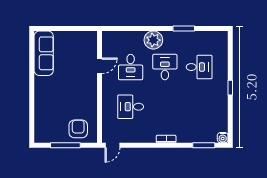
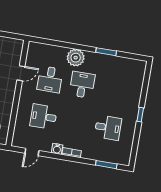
desk: (199, 67) -> (108, 128), moved
water cooler: (223, 138) -> (57, 149), moved
door: (112, 145) -> (32, 152), moved

